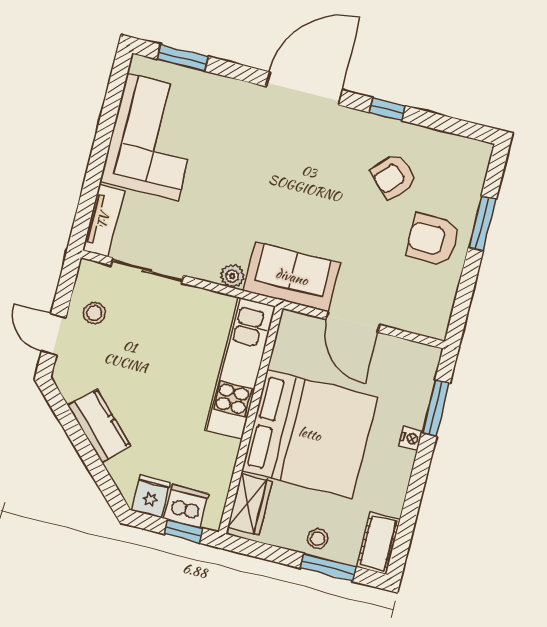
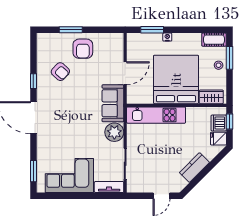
plant: (232, 276) -> (114, 132), width x1.87, depth x1.87
stool: (94, 313) -> (148, 181), removed

